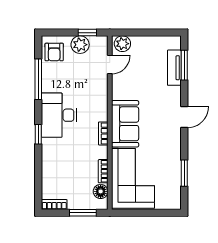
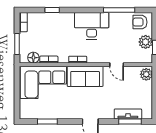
door: (110, 65) -> (117, 65), moved
window: (38, 134) -> (52, 10), moved

